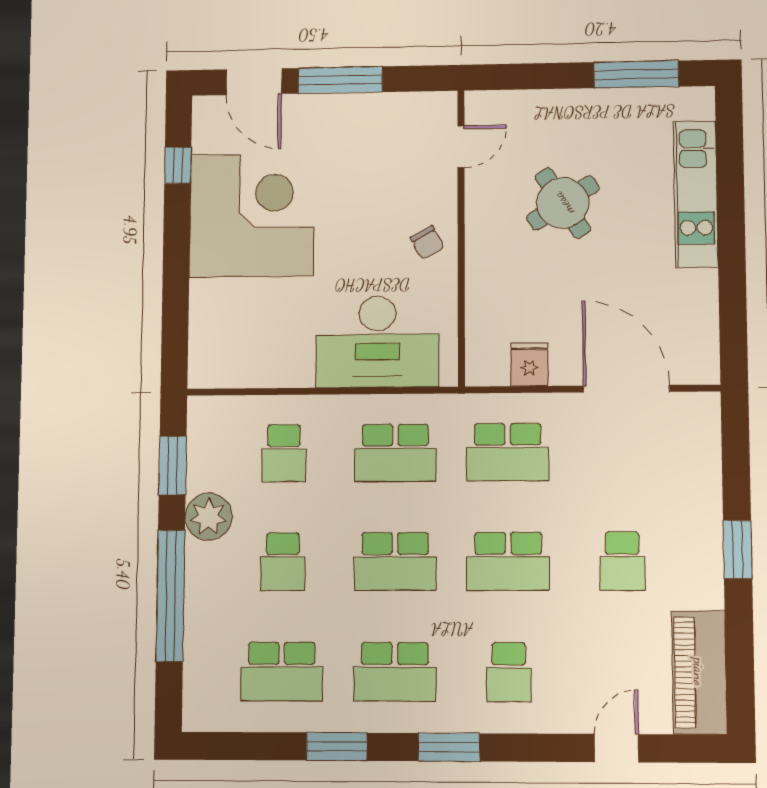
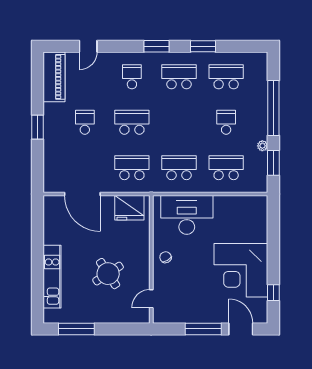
fridge: (529, 364) -> (129, 208), width x1.88, depth x1.34
school desk: (284, 453) -> (226, 168), width x1.85
plant: (208, 517) -> (262, 146), width x0.53, depth x0.53
school desk: (395, 562) -> (179, 122), removed

